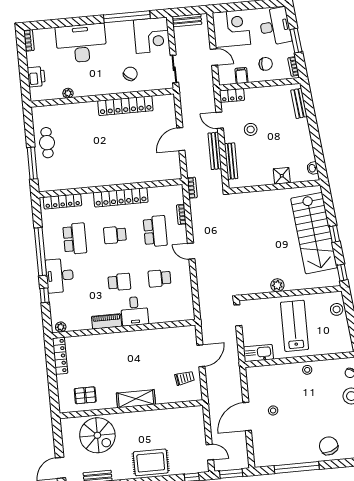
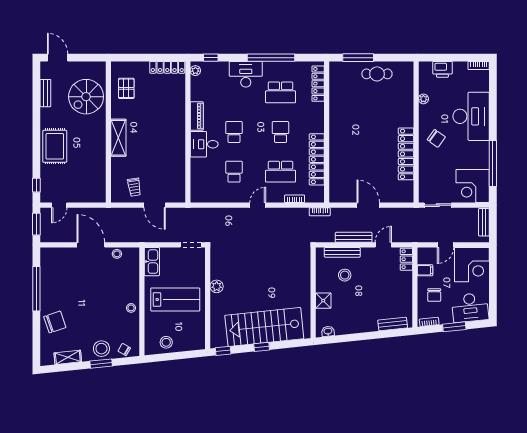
chair: (130, 74) -> (436, 138), moved
stool: (251, 129) -> (345, 275), moved
locker: (121, 197) -> (317, 159), moved
school desk: (119, 282) -> (234, 132), turned 180
window: (45, 295) -> (211, 58), moved
stool: (337, 309) -> (166, 342), moved
stool: (273, 410) -> (117, 254), moved

